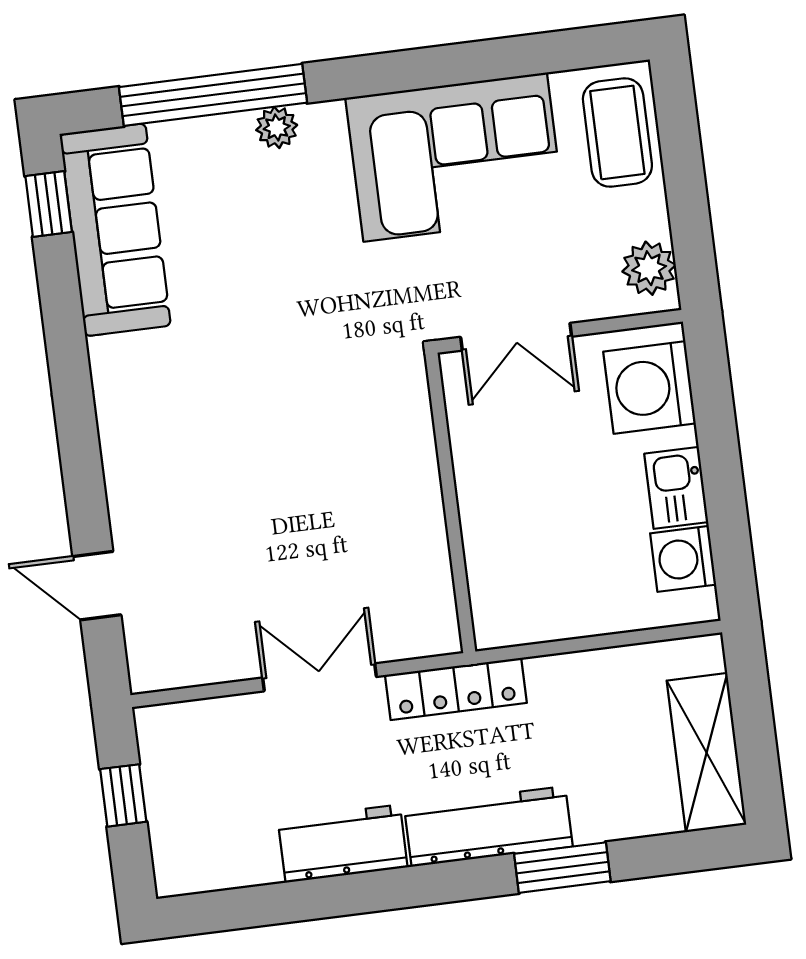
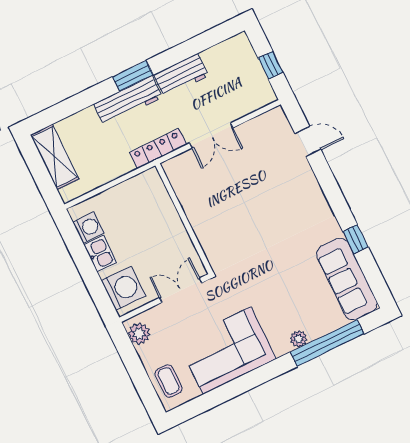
coffee table: (617, 133) -> (169, 381), width x0.73, depth x0.77
window: (49, 204) -> (355, 239), moved
window: (562, 868) -> (133, 76), moved

